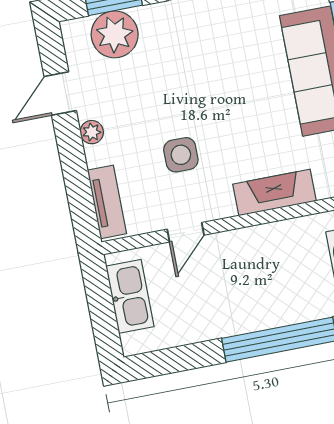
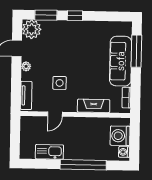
plant: (115, 34) -> (32, 29), moved
kitchen sink: (130, 296) -> (49, 152), moved, turned -90

